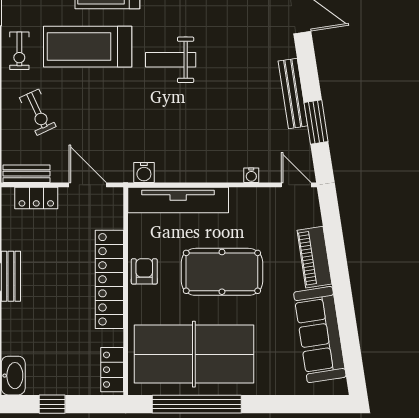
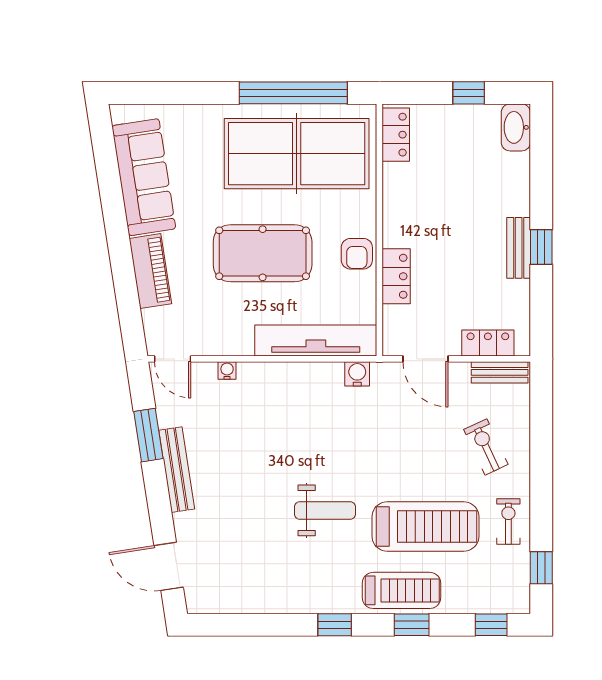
locker: (109, 279) -> (396, 276), width x0.46, depth x0.83

